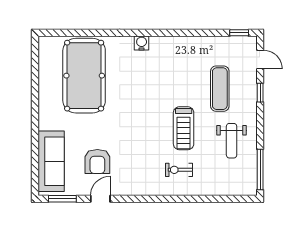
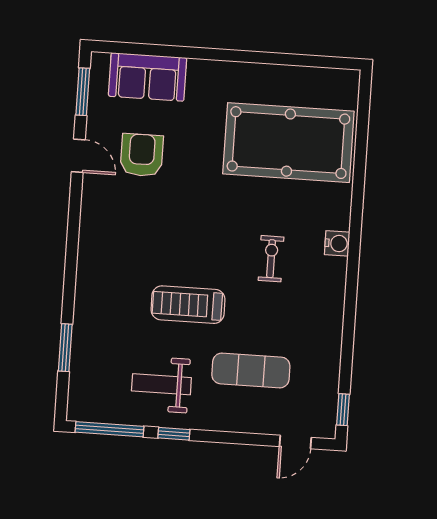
window: (260, 93) -> (174, 434), moved
sofa: (51, 161) -> (148, 77), width x0.73
armchair: (97, 162) -> (142, 155), turned 90
exercise bike: (179, 170) -> (271, 259), moved
window: (214, 199) -> (65, 348), added

